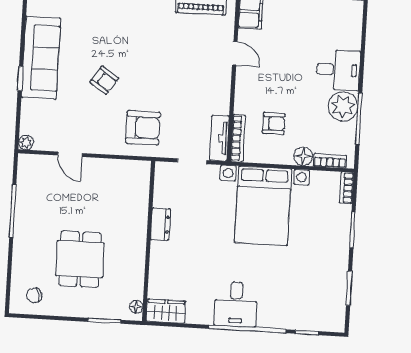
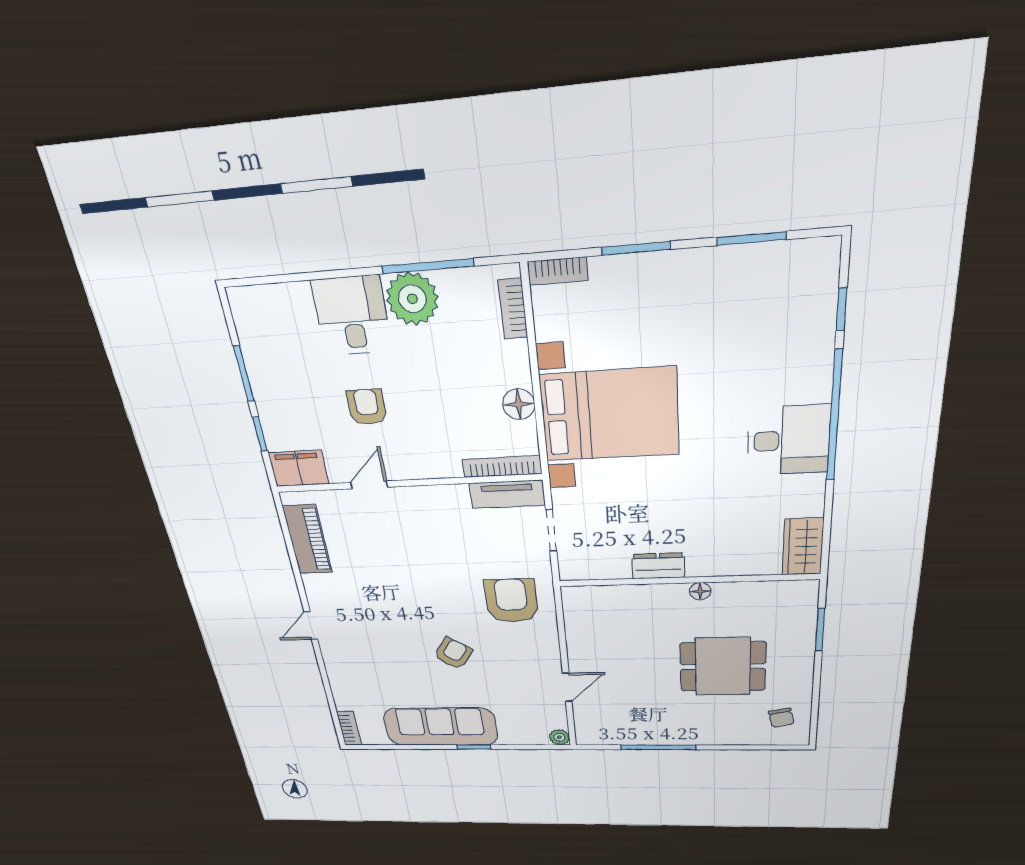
armchair: (274, 123) -> (367, 407), moved
floor lamp: (303, 156) -> (519, 404), moved
floor lamp: (136, 307) -> (700, 591), moved

